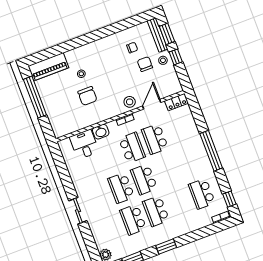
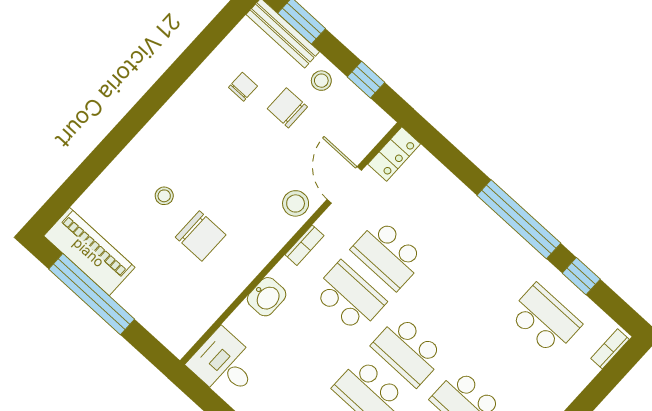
window: (176, 57) -> (366, 80), moved
piano: (48, 67) -> (89, 252), moved, turned -90
desk: (84, 144) -> (224, 364), moved
school desk: (202, 194) -> (545, 319), turned 180
window: (229, 199) -> (581, 276), moved

